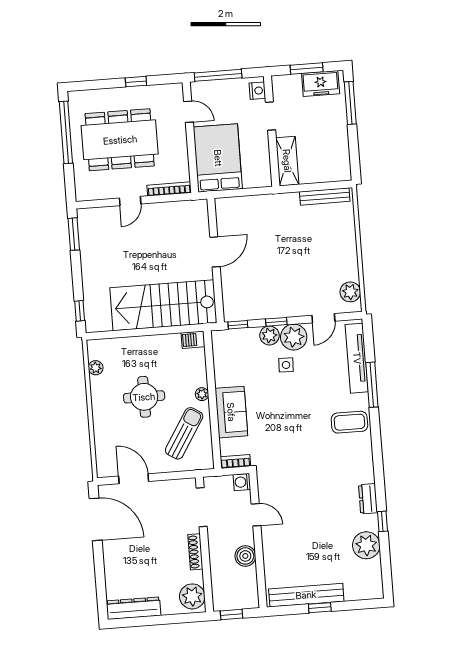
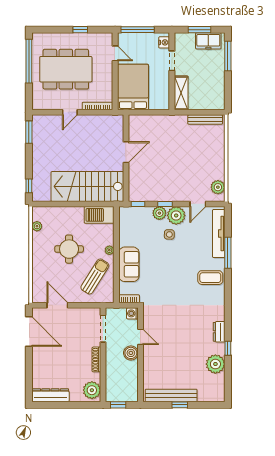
barbecue: (193, 340) -> (99, 215), width x1.88, depth x1.53
boiler: (245, 556) -> (131, 353), moved

